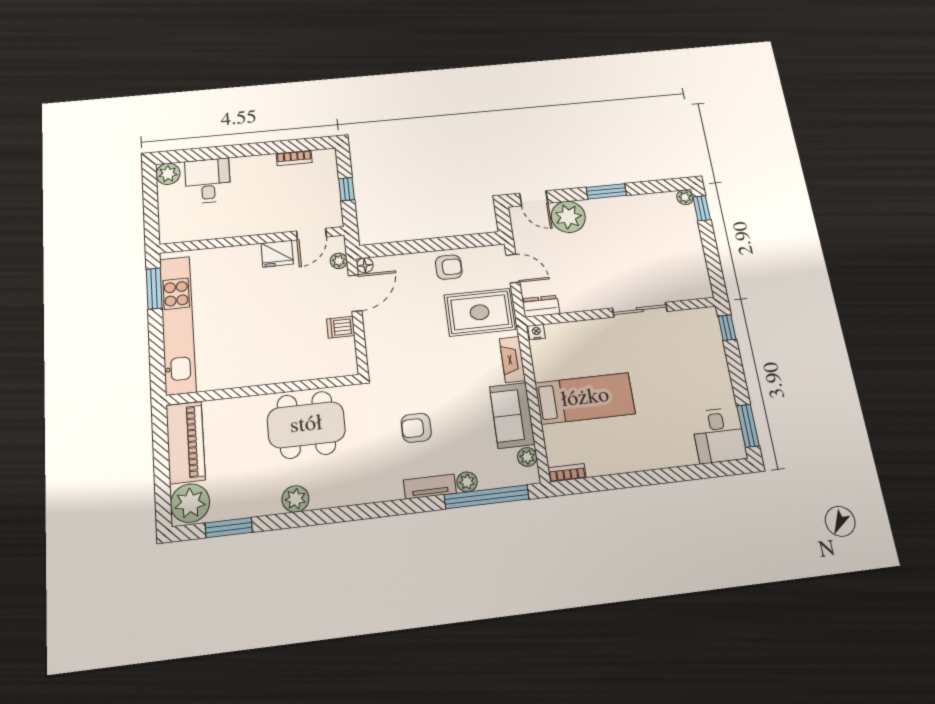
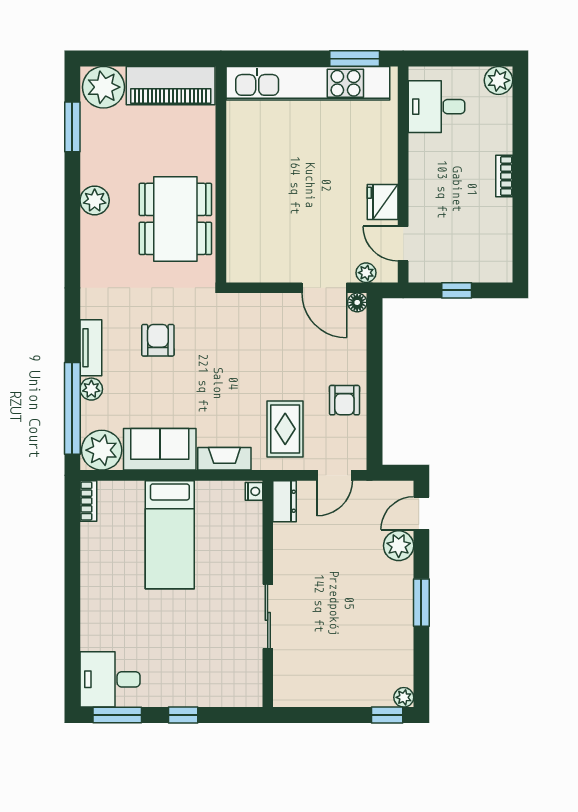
bookcase: (294, 158) -> (504, 176), moved
desk: (208, 181) -> (437, 107), moved, turned 180
plant: (568, 217) -> (399, 546), width x0.73, depth x0.73
rug: (480, 312) -> (285, 429), width x0.73, depth x0.70
dishwasher: (341, 327) -> (285, 267), removed
window: (727, 328) -> (183, 715), moved
plant: (527, 457) -> (102, 450), width x1.87, depth x1.87

